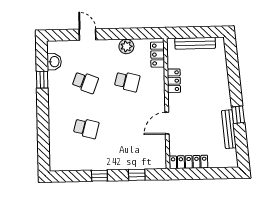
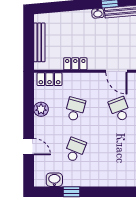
door: (88, 35) -> (29, 147), swing flipped
washbasin: (226, 103) -> (98, 13), added
school desk: (86, 128) -> (120, 109), moved, turned -36

